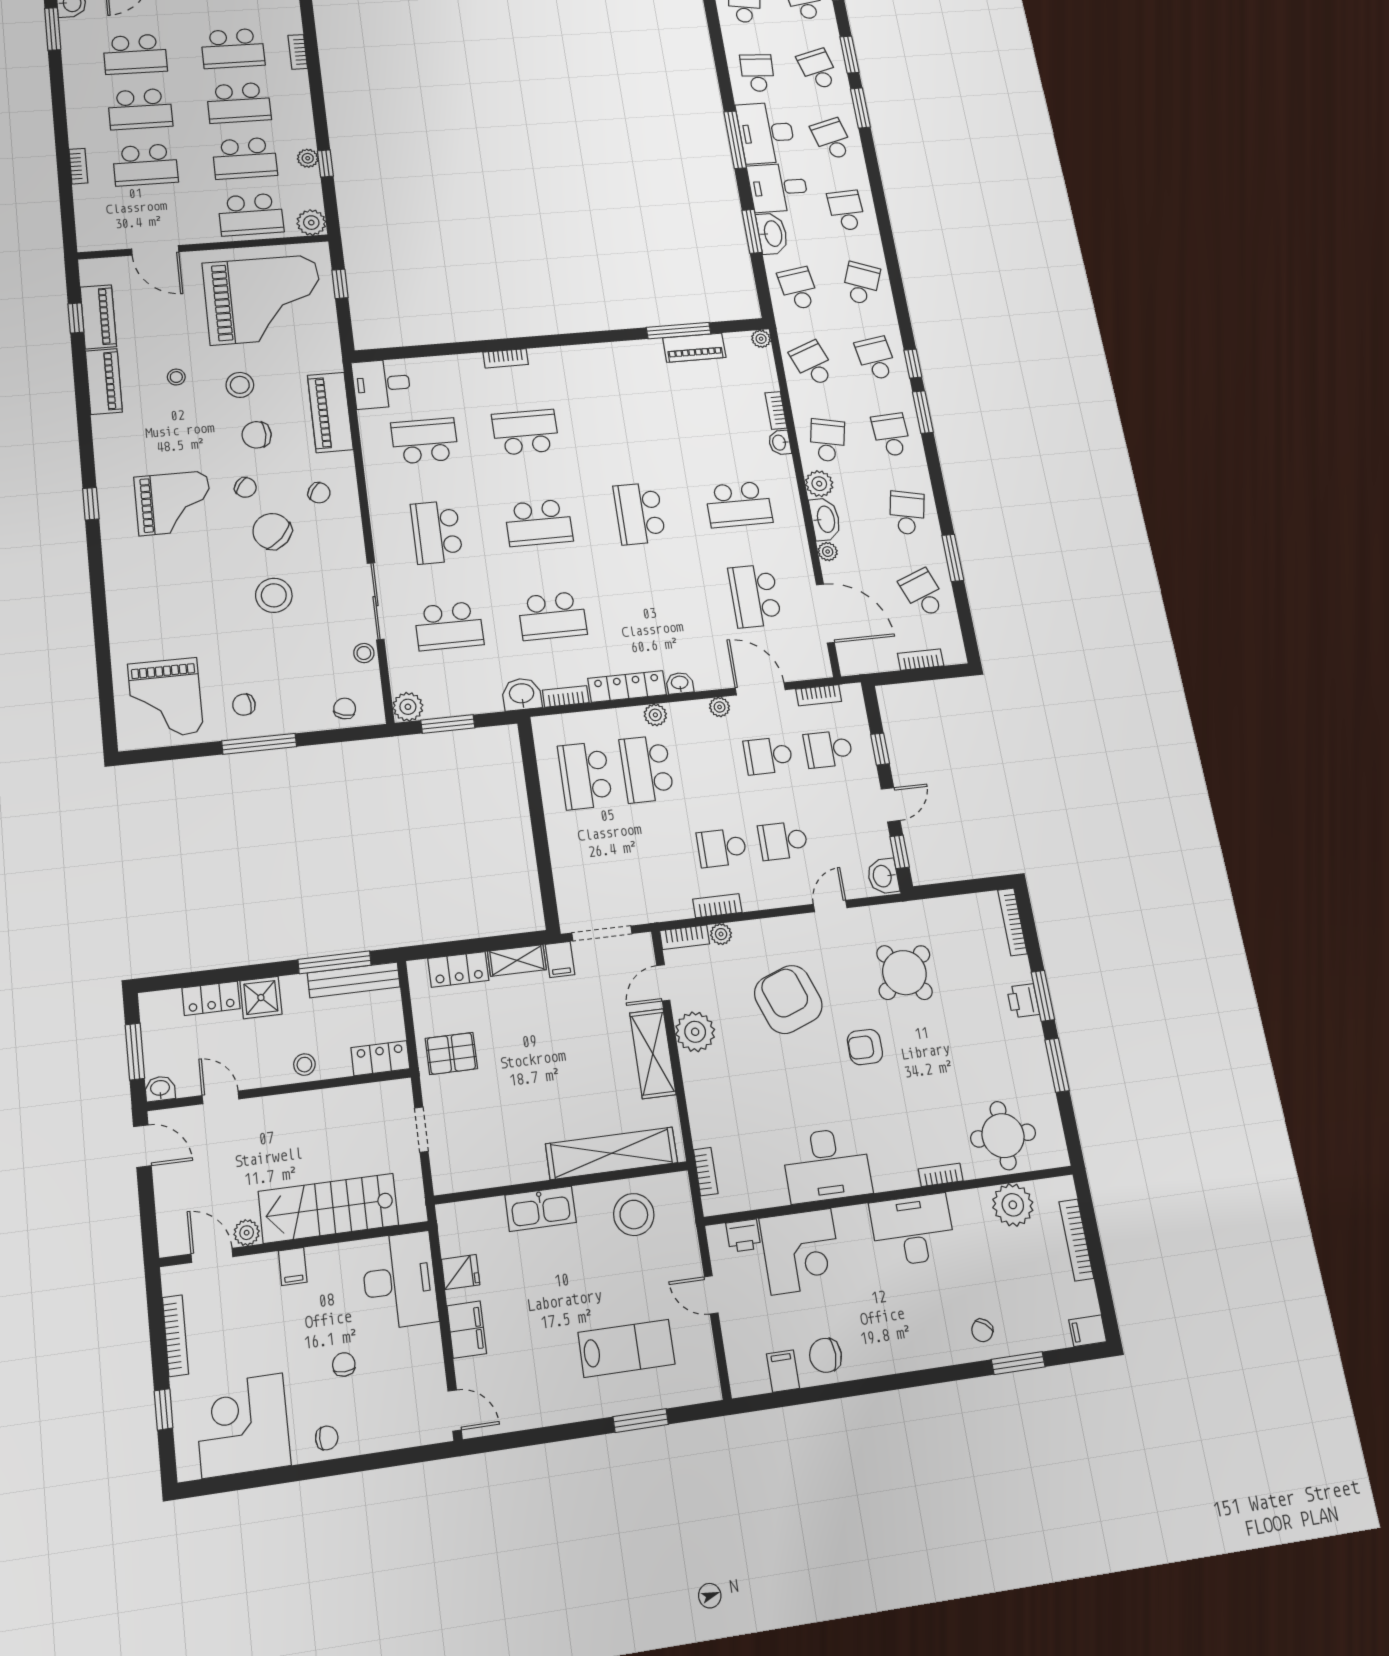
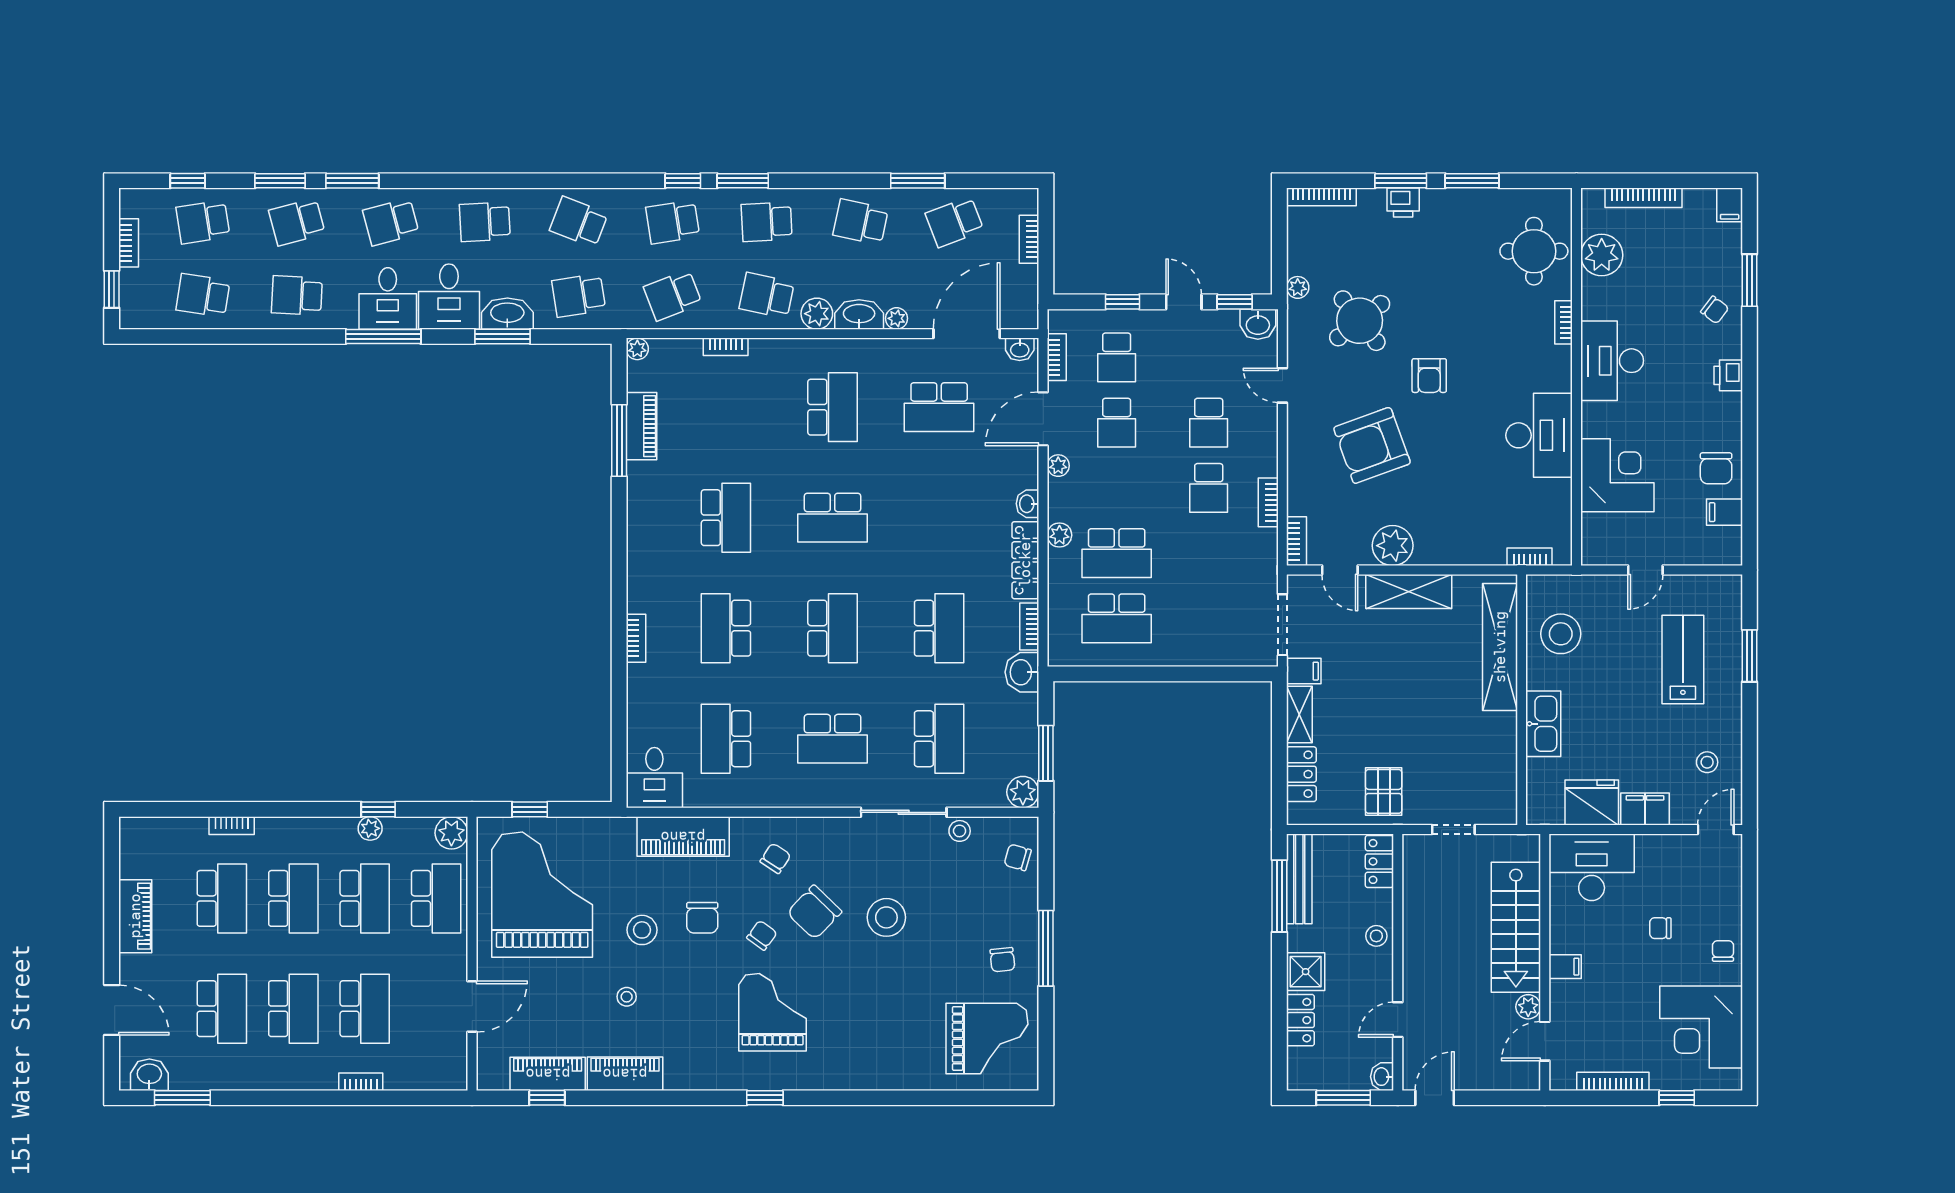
desk: (766, 133) -> (388, 298), width x0.73
school desk: (625, 424) -> (726, 518), added
washbasin: (780, 443) -> (1020, 349), moved
plant: (721, 934) -> (1298, 287), moved
printer: (743, 1236) -> (1728, 375), moved, turned 180
fridge: (461, 1272) -> (1592, 803), width x1.88, depth x1.34
stool: (524, 1390) -> (1707, 762), added

